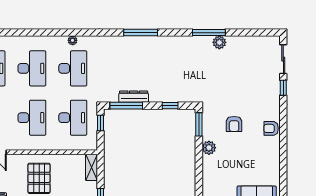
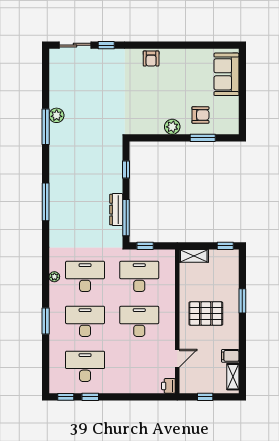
window: (32, 33) -> (46, 321), added
window: (199, 124) -> (203, 138), moved
armchair: (234, 124) -> (200, 115), moved

